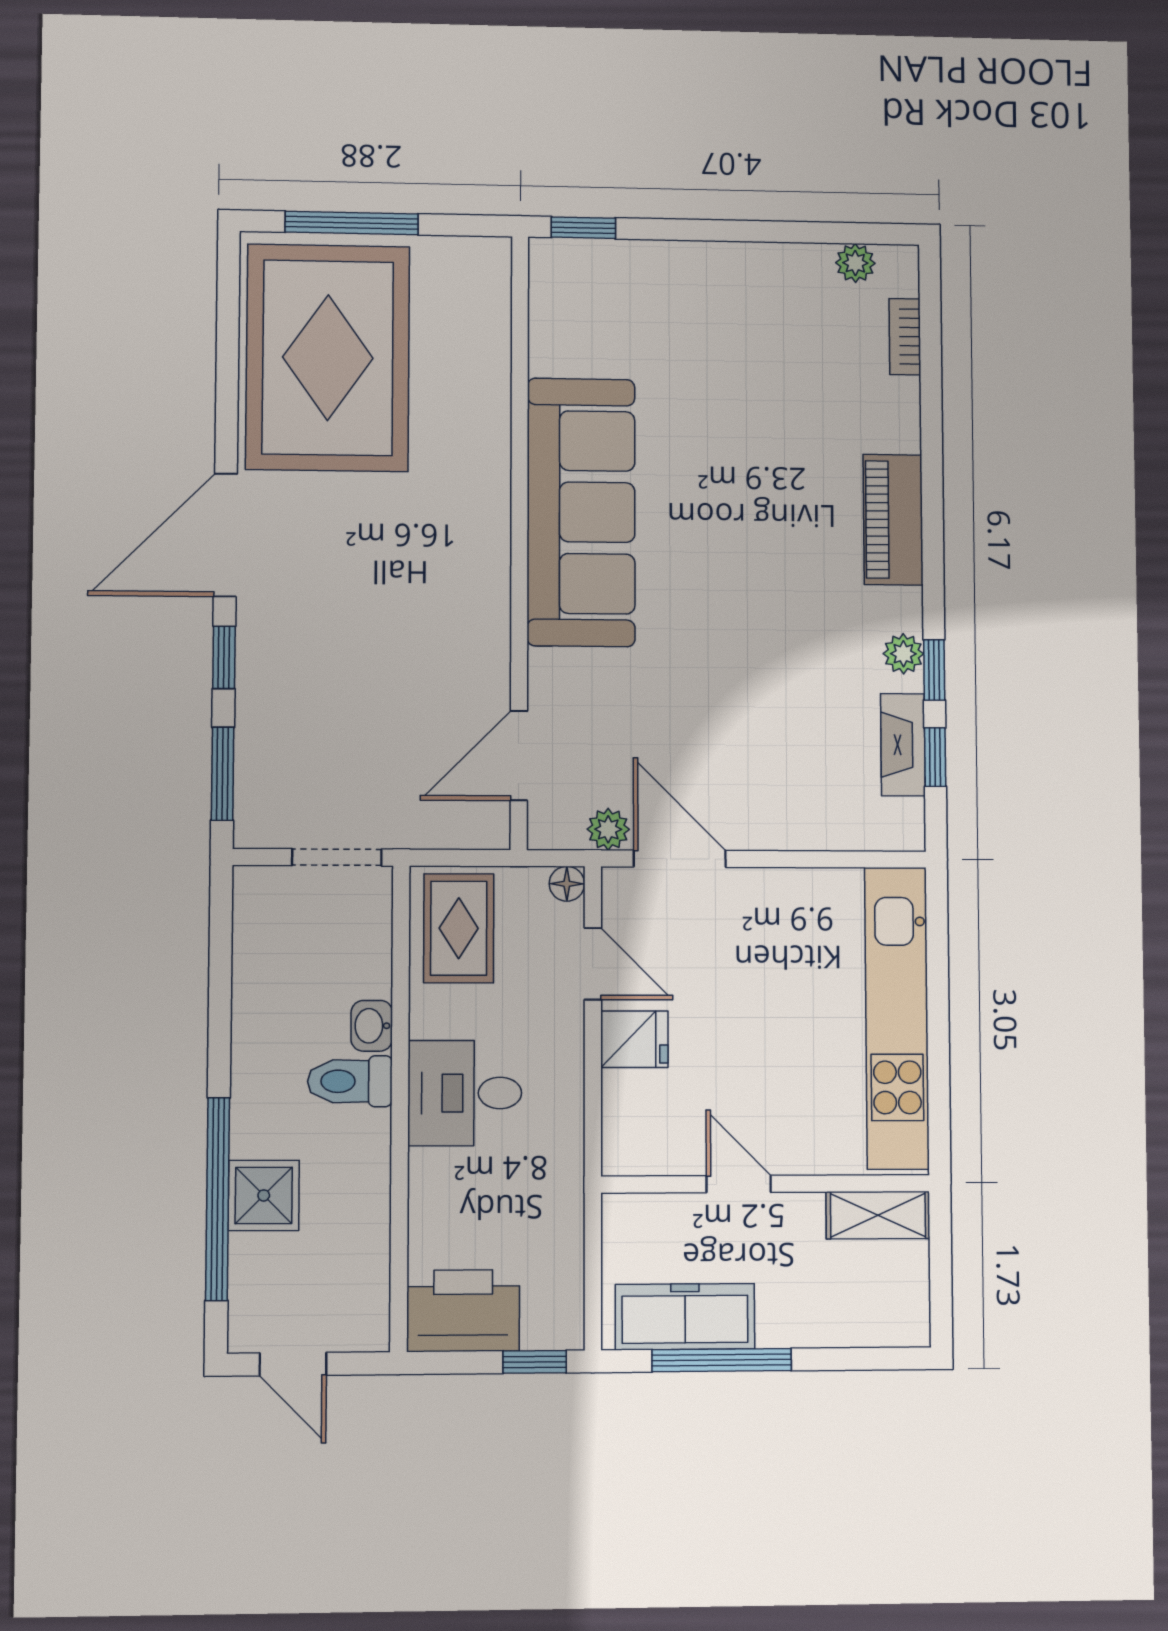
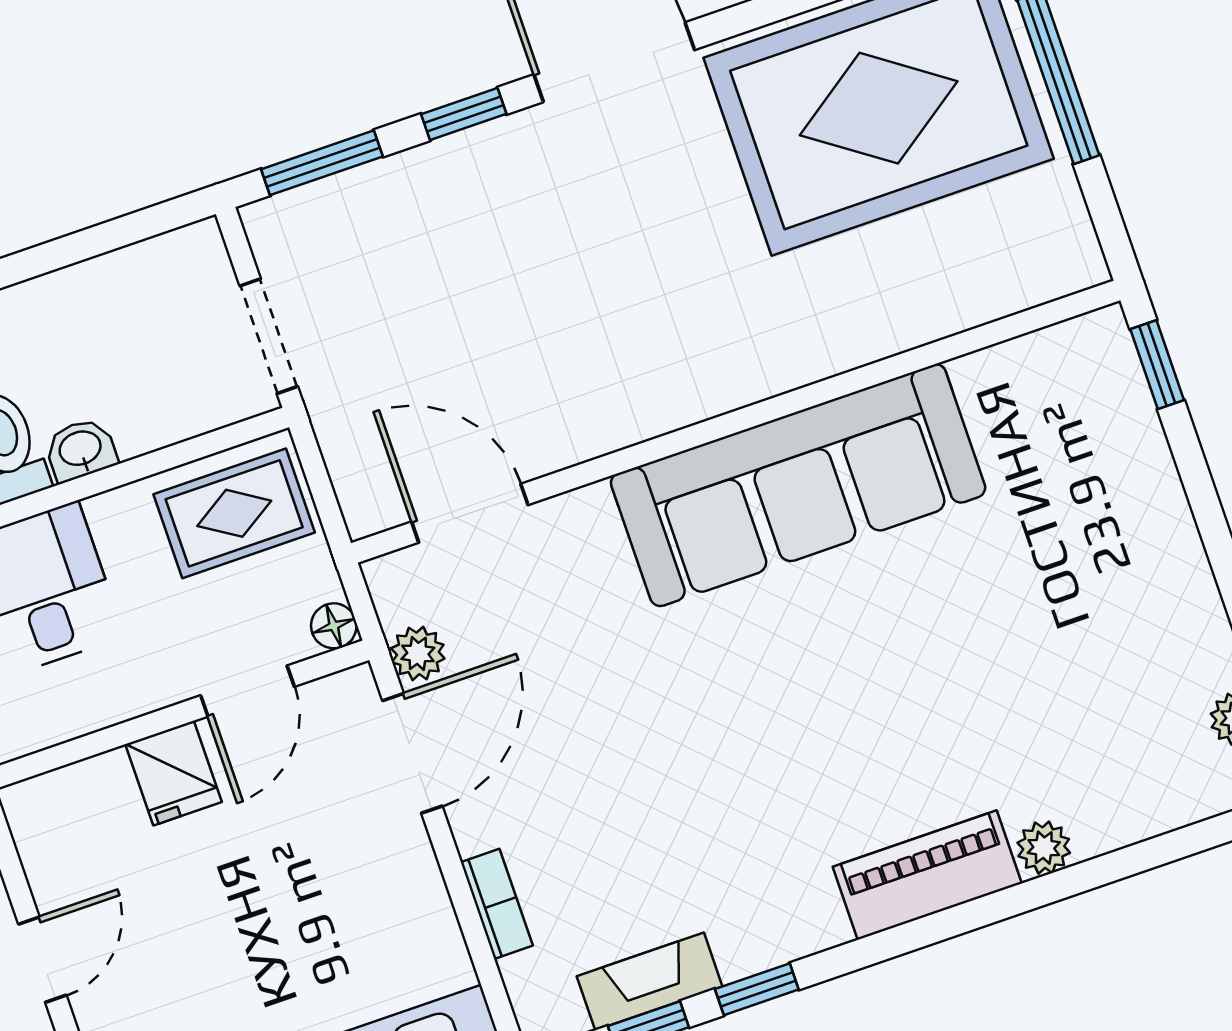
bookcase: (905, 337) -> (497, 904), moved, turned 90
plant: (903, 654) -> (1044, 848), moved

